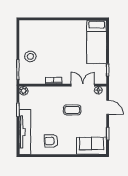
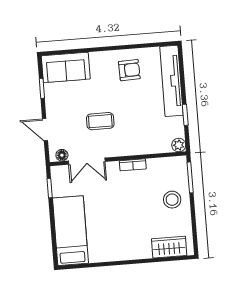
wardrobe: (35, 26) -> (169, 247), added

